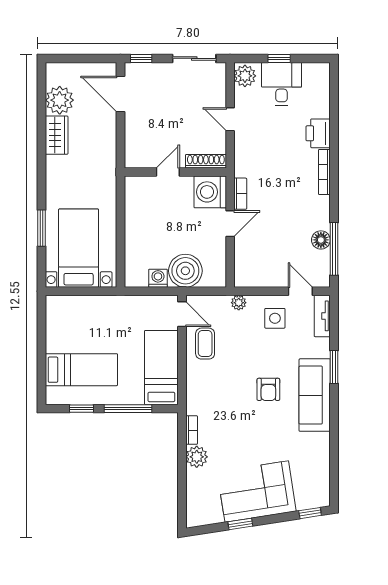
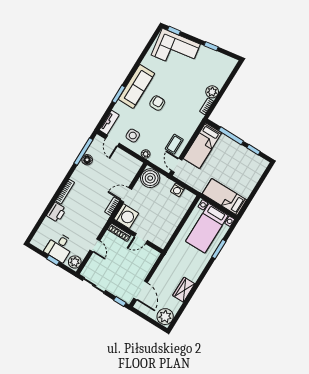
plant: (60, 100) -> (165, 317), moved
boiler: (185, 271) -> (150, 178), moved
bed: (81, 370) -> (224, 197), moved
corner sofa: (257, 491) -> (176, 50), moved

